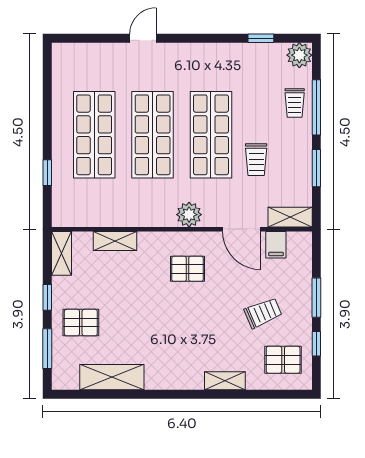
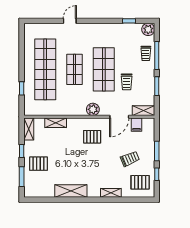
shop shelf: (94, 135) -> (45, 69), width x1.40
shop shelf: (153, 135) -> (75, 69), width x0.70, depth x0.74
door: (242, 229) -> (119, 117), hinge flipped
shelving: (112, 377) -> (71, 191), moved

